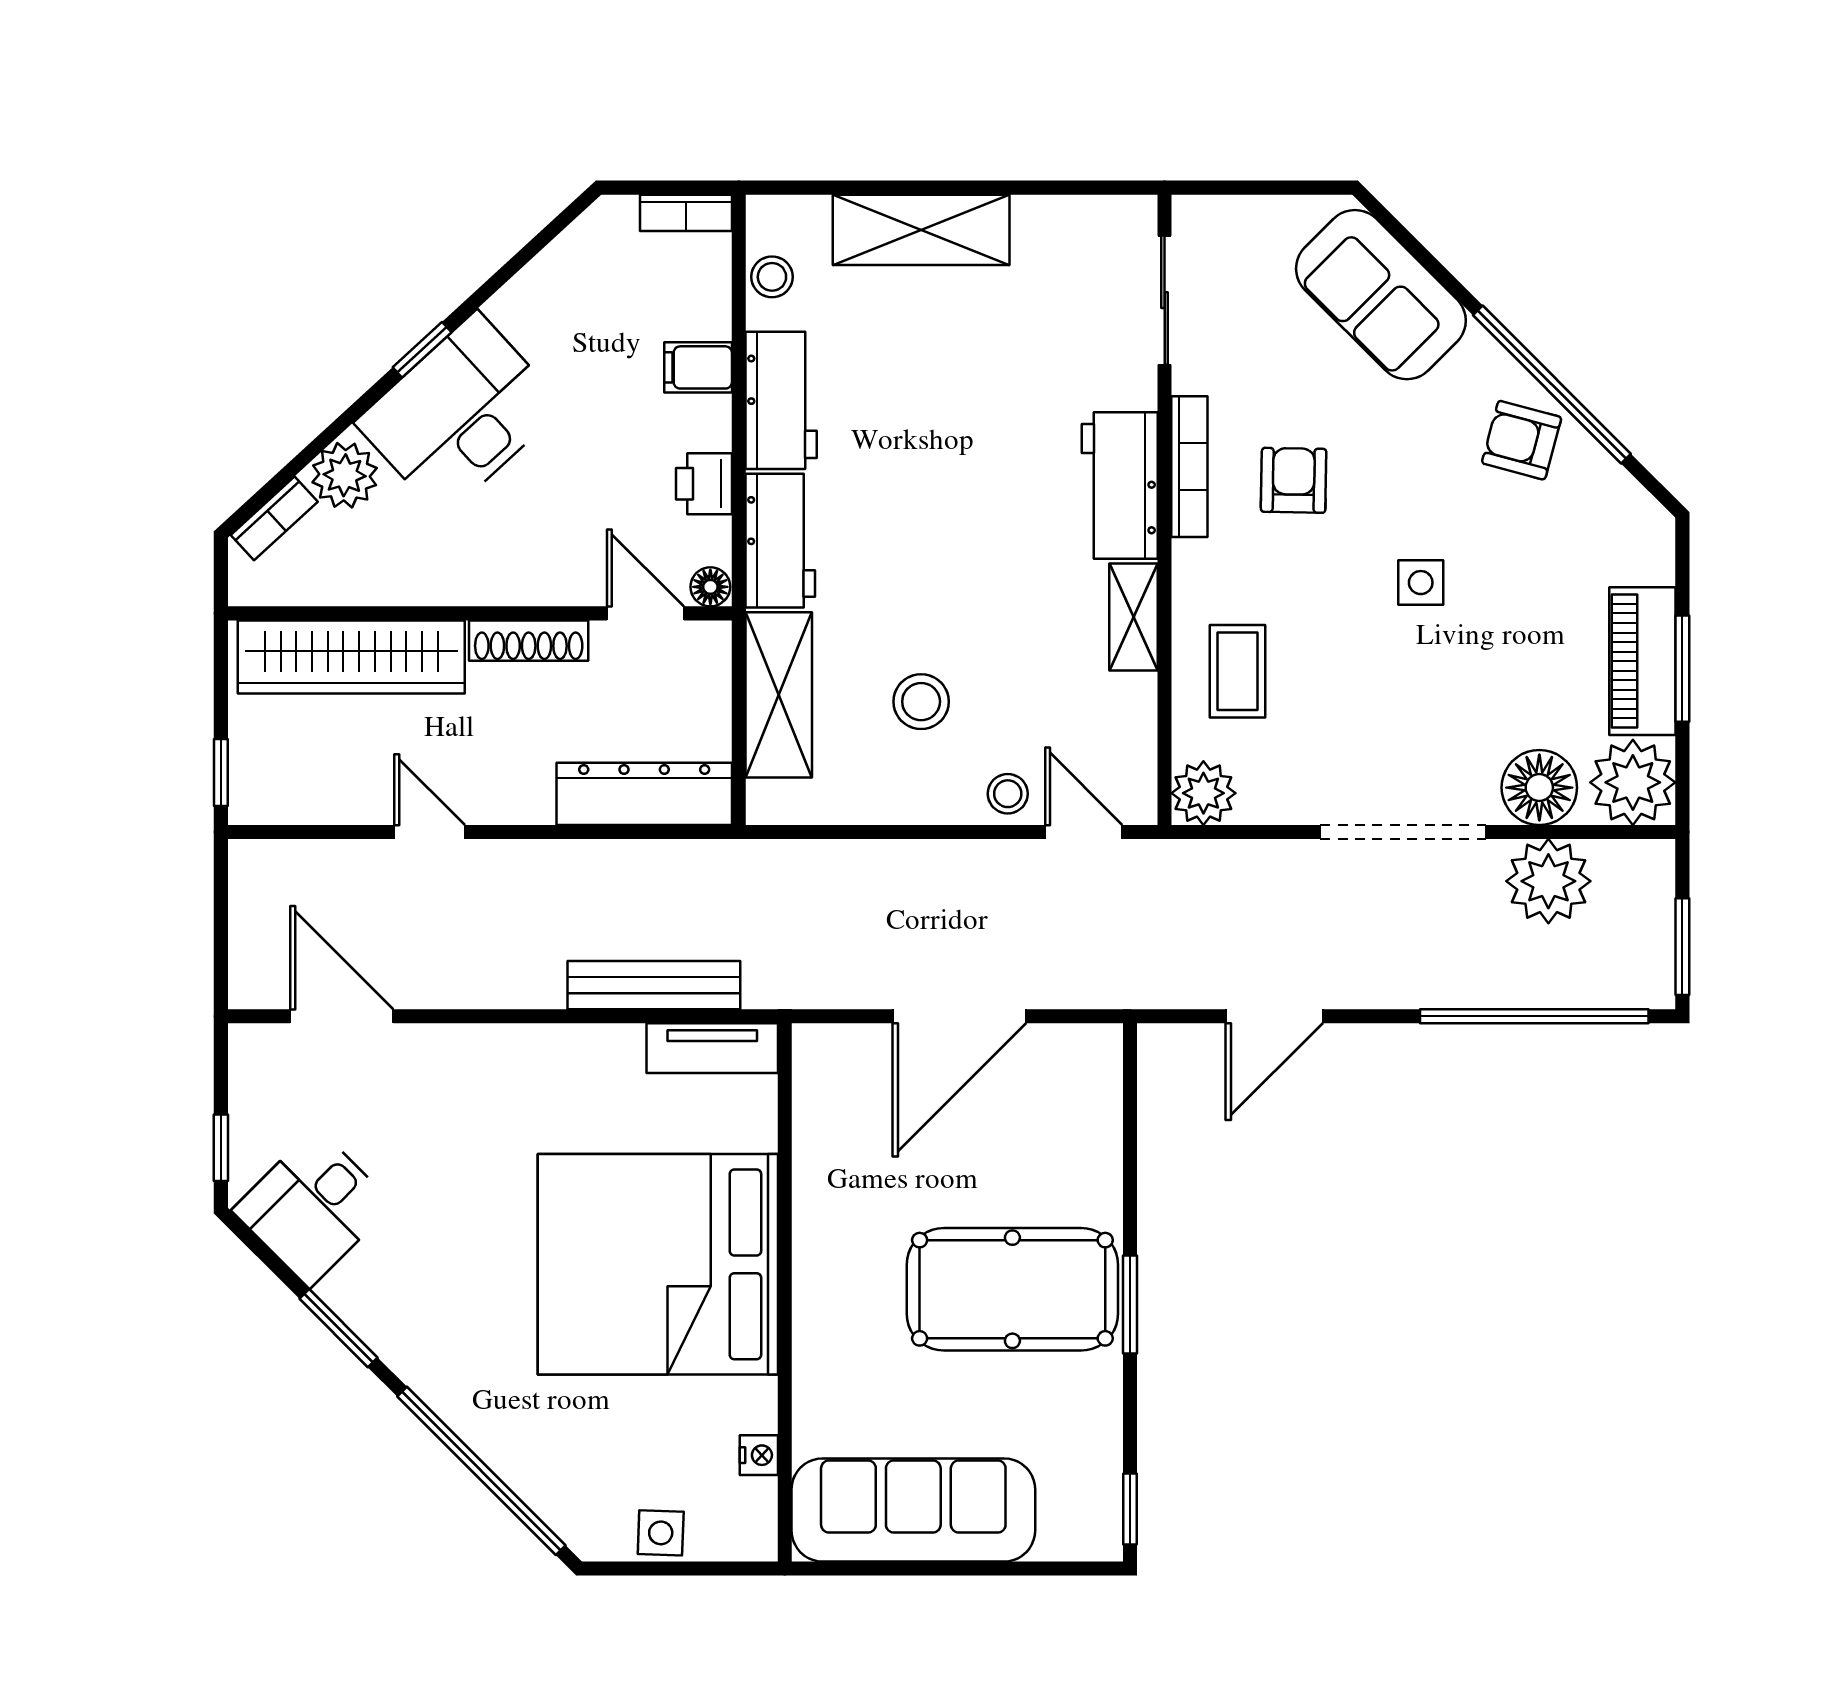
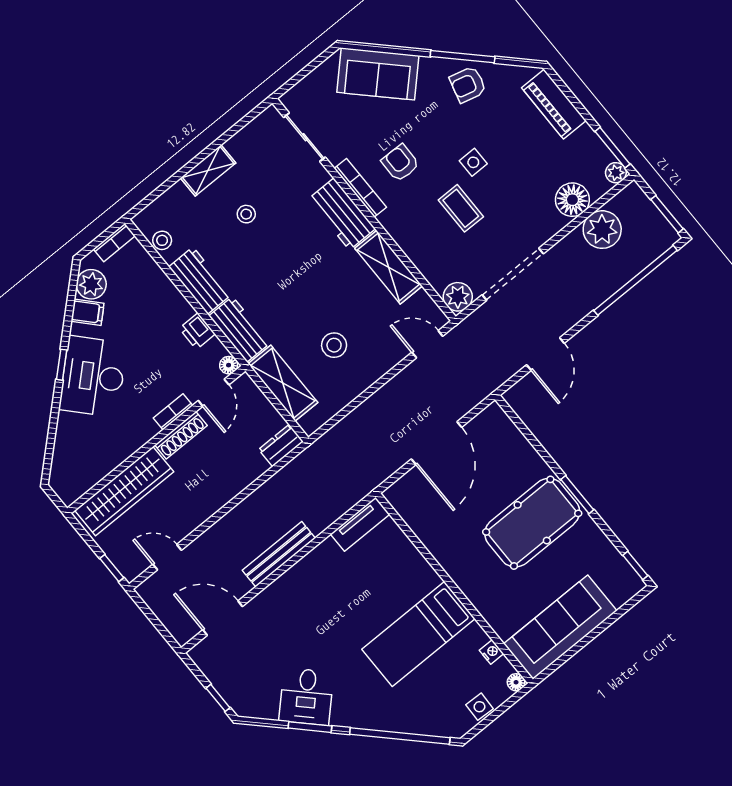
shelving: (921, 230) -> (208, 170), width x0.67, depth x0.75
filing cabinet: (698, 367) -> (87, 312), moved, turned -133
window: (1552, 385) -> (463, 57), width x0.68
plant: (345, 475) -> (91, 284), moved
bookcase: (274, 518) -> (173, 412), moved, turned -137
door: (645, 613) -> (214, 393), swing flipped
shelving: (1134, 617) -> (388, 267), width x1.50, depth x1.33
piano: (1642, 661) -> (554, 104), moved
window: (1682, 669) -> (613, 148), moved
coffee table: (1238, 671) -> (461, 208), moved
plant: (1633, 782) -> (616, 173), width x0.53, depth x0.53
dresser: (644, 794) -> (281, 445), width x0.51, depth x0.80
stool: (1008, 794) -> (246, 214), moved
door: (430, 832) -> (167, 557), moved
doorway: (1403, 832) -> (513, 274), moved
bench: (654, 985) -> (279, 554), moved
desk: (313, 1207) -> (306, 697), moved
bed: (658, 1264) -> (418, 634), width x0.49
floor lamp: (759, 1542) -> (516, 682), added

